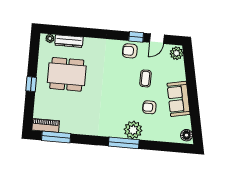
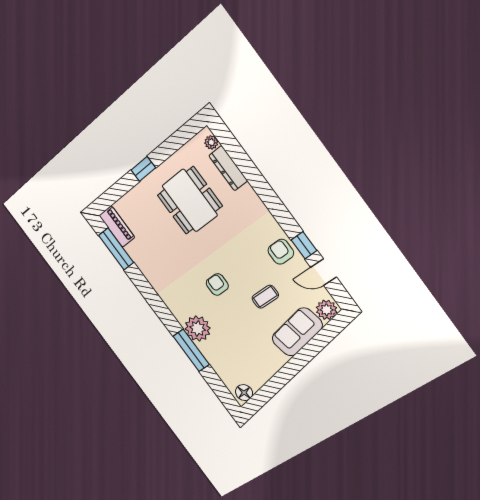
sofa: (179, 99) -> (297, 332), moved
armchair: (149, 107) -> (217, 285), moved
window: (124, 143) -> (191, 350), moved

